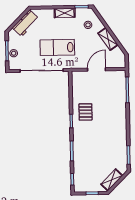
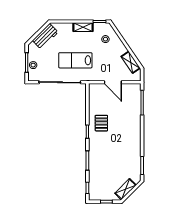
shelving: (108, 39) -> (131, 62), moved
door: (97, 69) -> (113, 82), swing flipped

